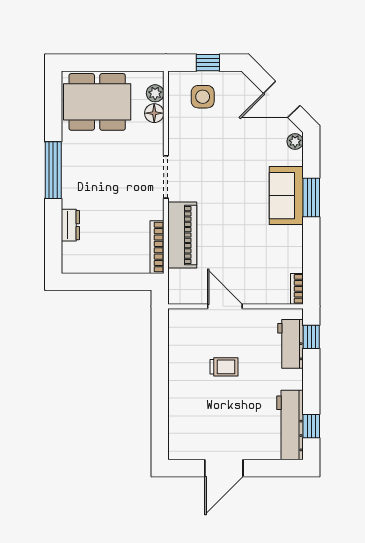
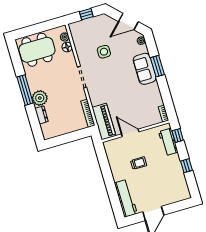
side table: (203, 97) -> (104, 52), moved
plant: (76, 193) -> (40, 98), added
piano: (182, 235) -> (104, 122), moved
workbench: (290, 425) -> (126, 198), moved, turned 180
window: (311, 426) -> (186, 166), moved

